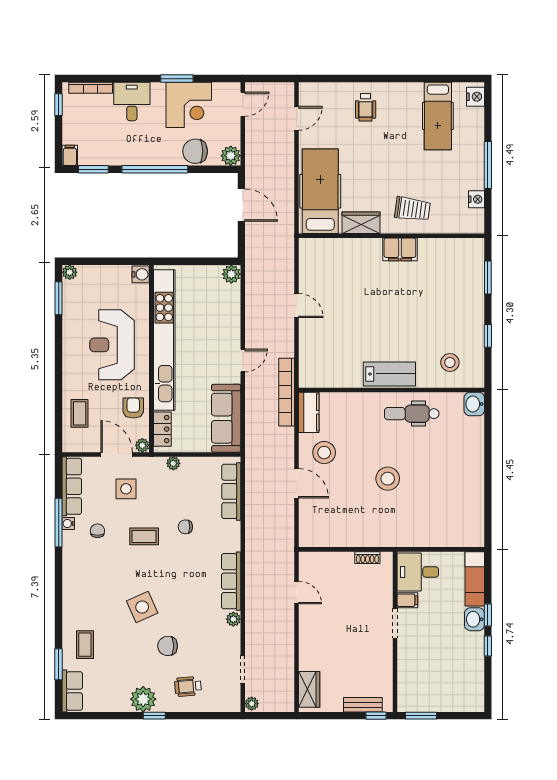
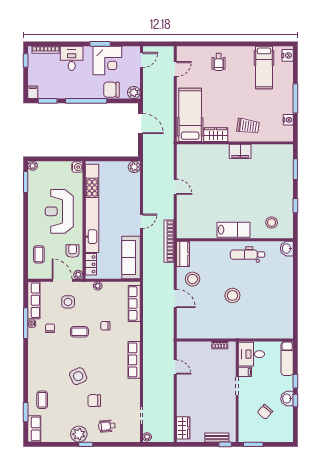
plant: (233, 619) -> (135, 384), removed
washbasin: (474, 619) -> (287, 399), moved
chair: (439, 664) -> (265, 412), added

